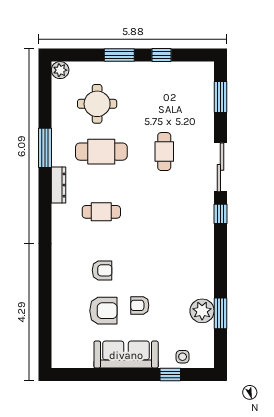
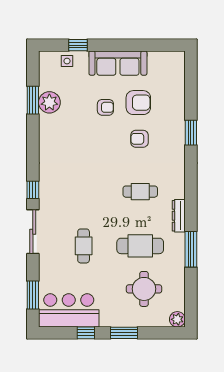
bar counter: (181, 80) -> (69, 310), added
window: (45, 277) -> (191, 133), added
armchair: (103, 311) -> (138, 103), turned 180

